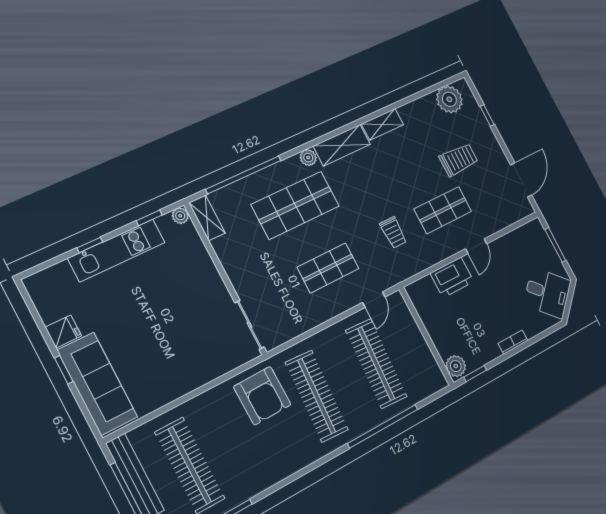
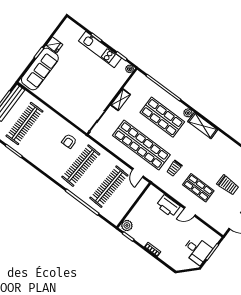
shelving: (383, 124) -> (224, 140), removed
shelving: (207, 218) -> (121, 100), moved
shop shelf: (328, 268) -> (141, 145), width x2.00, depth x1.36
desk: (547, 293) -> (197, 250), moved, turned -45
door: (374, 300) -> (138, 173), hinge flipped
armchair: (262, 396) -> (69, 141), width x0.53, depth x0.53

